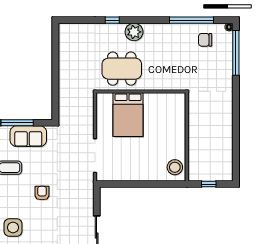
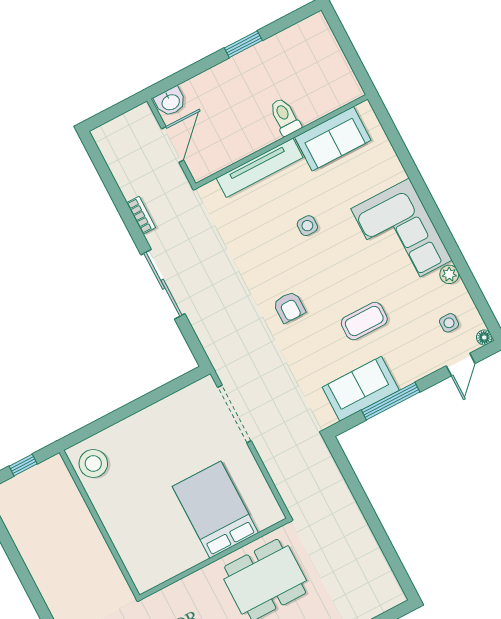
side table: (13, 227) -> (307, 226), width x0.54, depth x0.54

